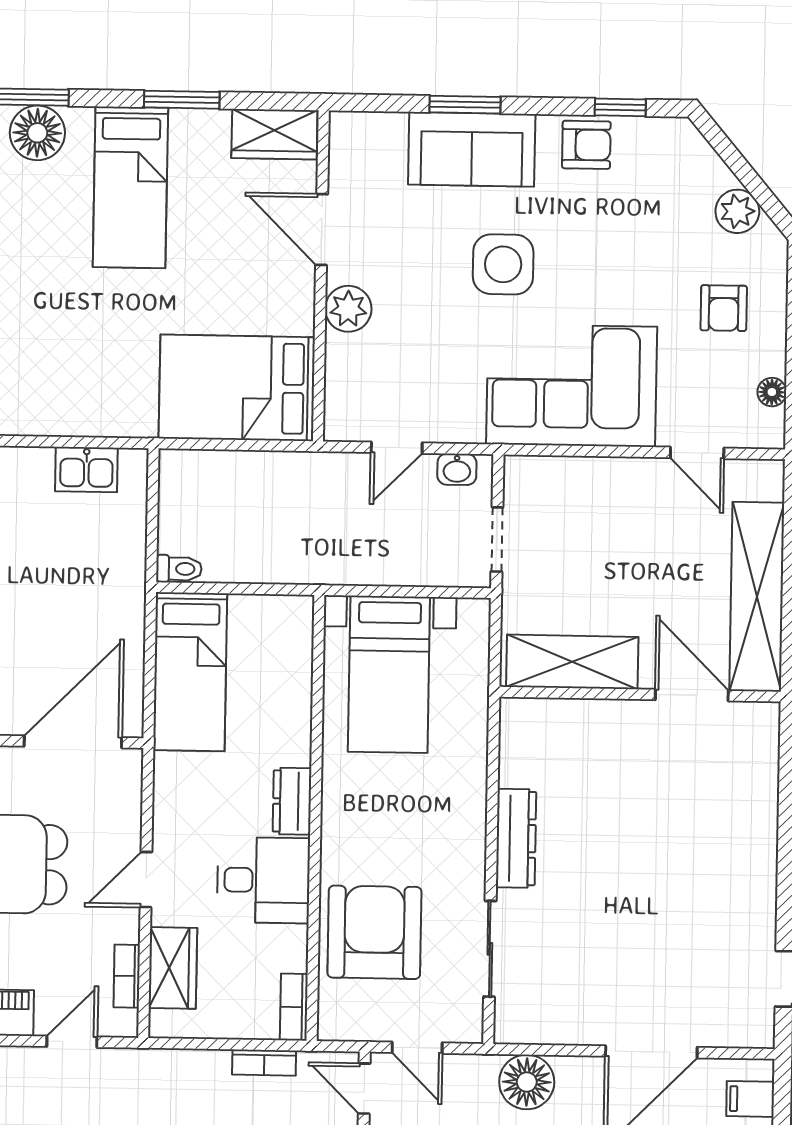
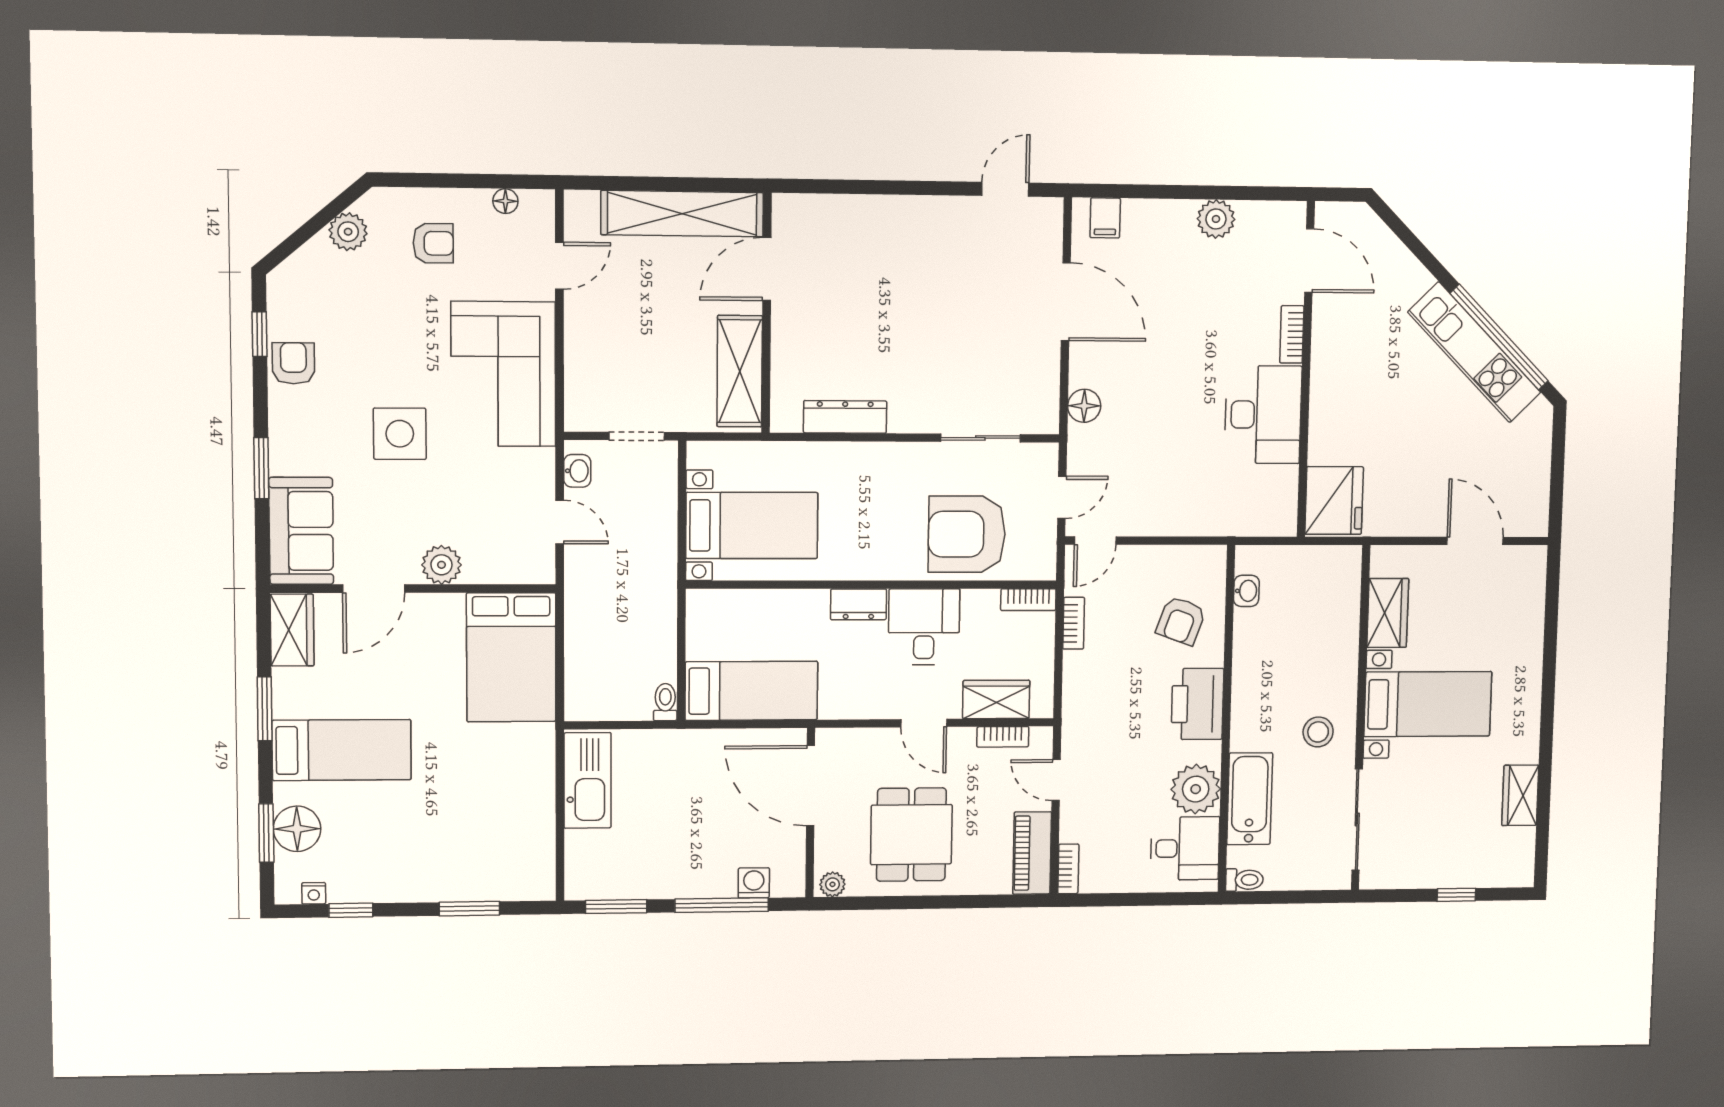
sofa: (472, 149) -> (301, 531), moved
kitchen sink: (86, 470) -> (588, 780), width x1.87, depth x1.24
dresser: (516, 838) -> (845, 417), moved
floor lamp: (527, 1082) -> (1084, 406), width x0.73, depth x0.73

